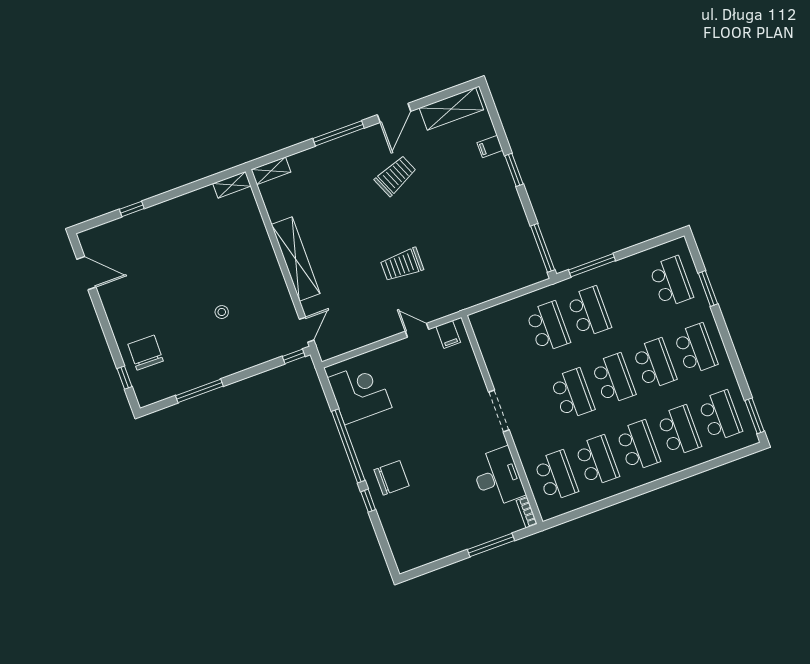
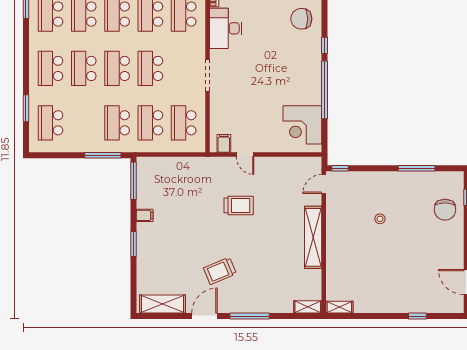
filing cabinet: (490, 146) -> (145, 215), moved
school desk: (507, 342) -> (184, 123), added
chair: (392, 478) -> (301, 19), moved

